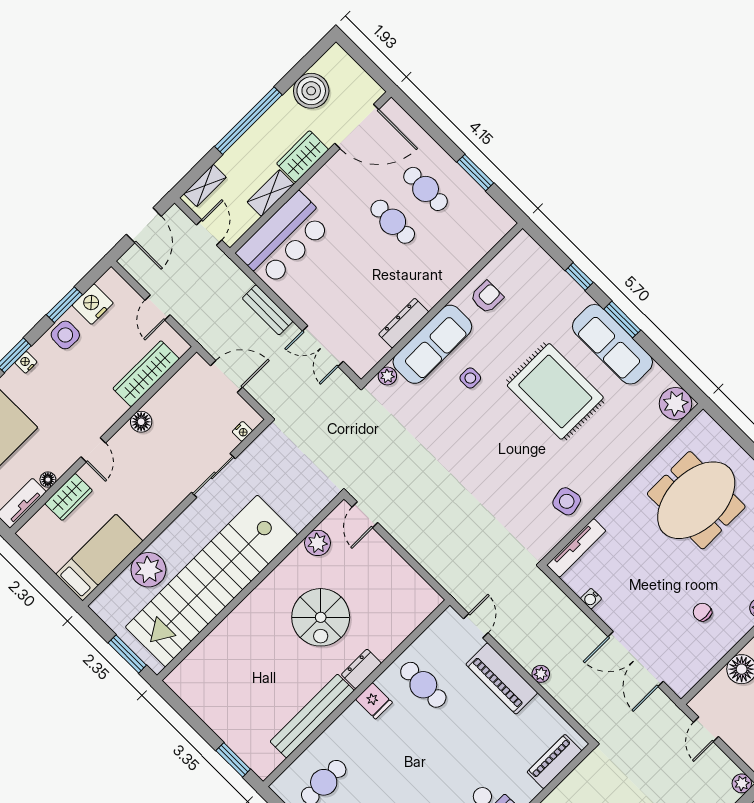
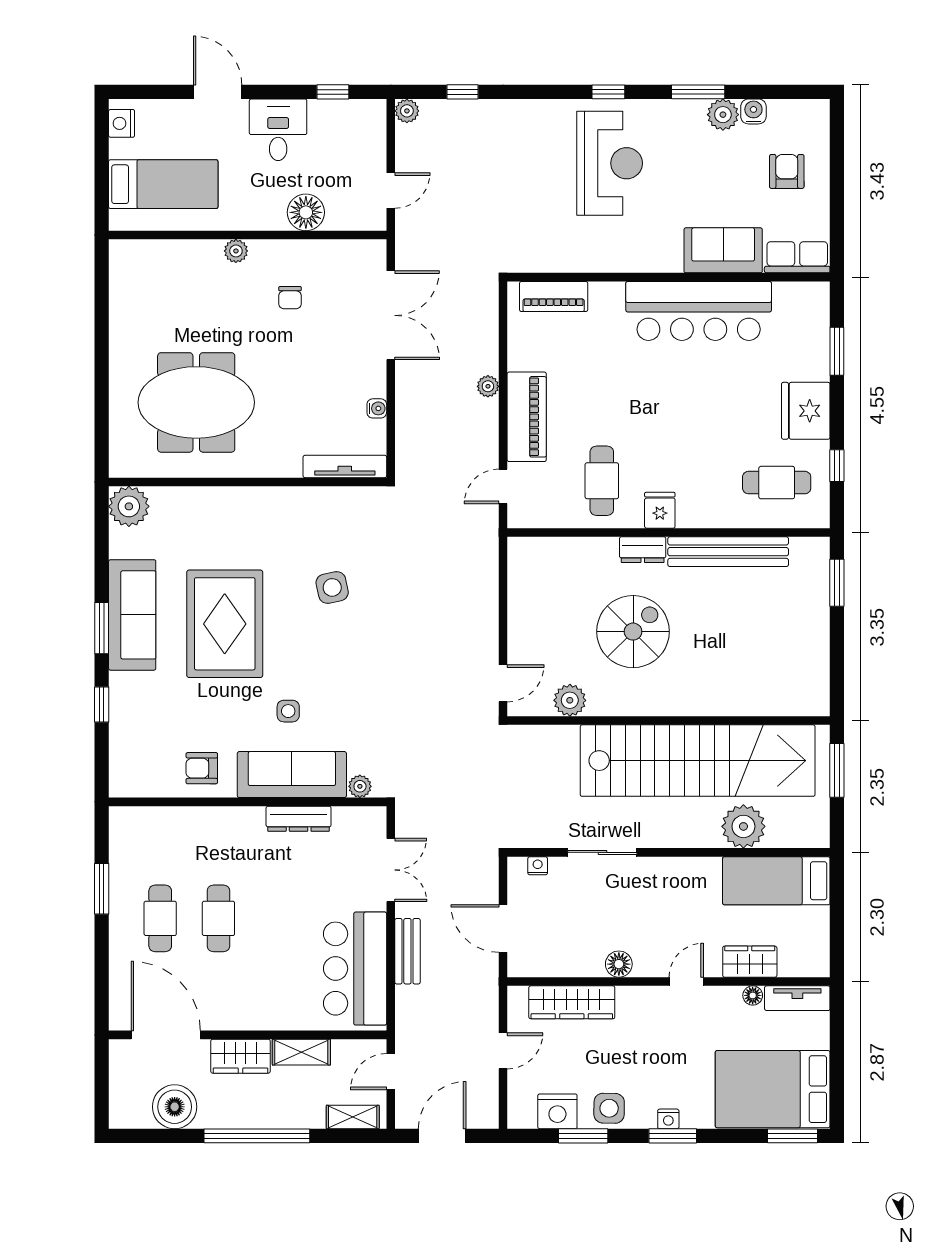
bar counter: (284, 239) -> (355, 969), moved, turned -90
side table: (567, 501) -> (332, 587), moved

